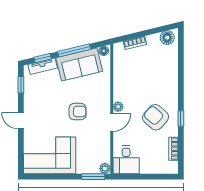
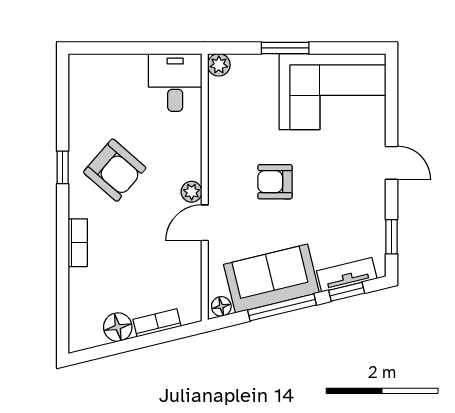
floor lamp: (167, 38) -> (118, 327), moved
door: (112, 123) -> (205, 223), moved
bookcase: (174, 149) -> (78, 243), moved
window: (93, 177) -> (285, 48), moved

